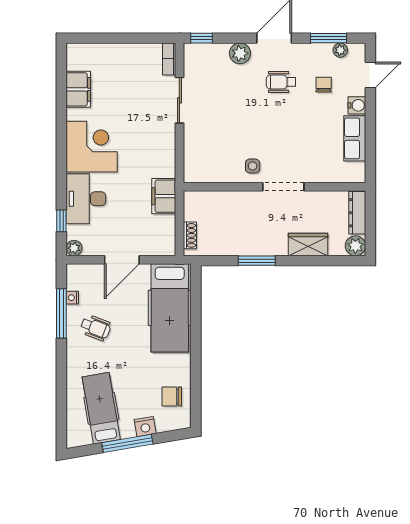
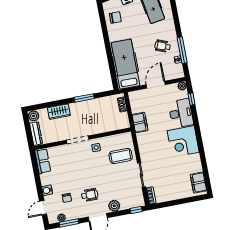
filing cabinet: (78, 89) -> (198, 183), moved
row of seats: (355, 138) -> (43, 161), moved
coffee table: (211, 142) -> (121, 156), added

